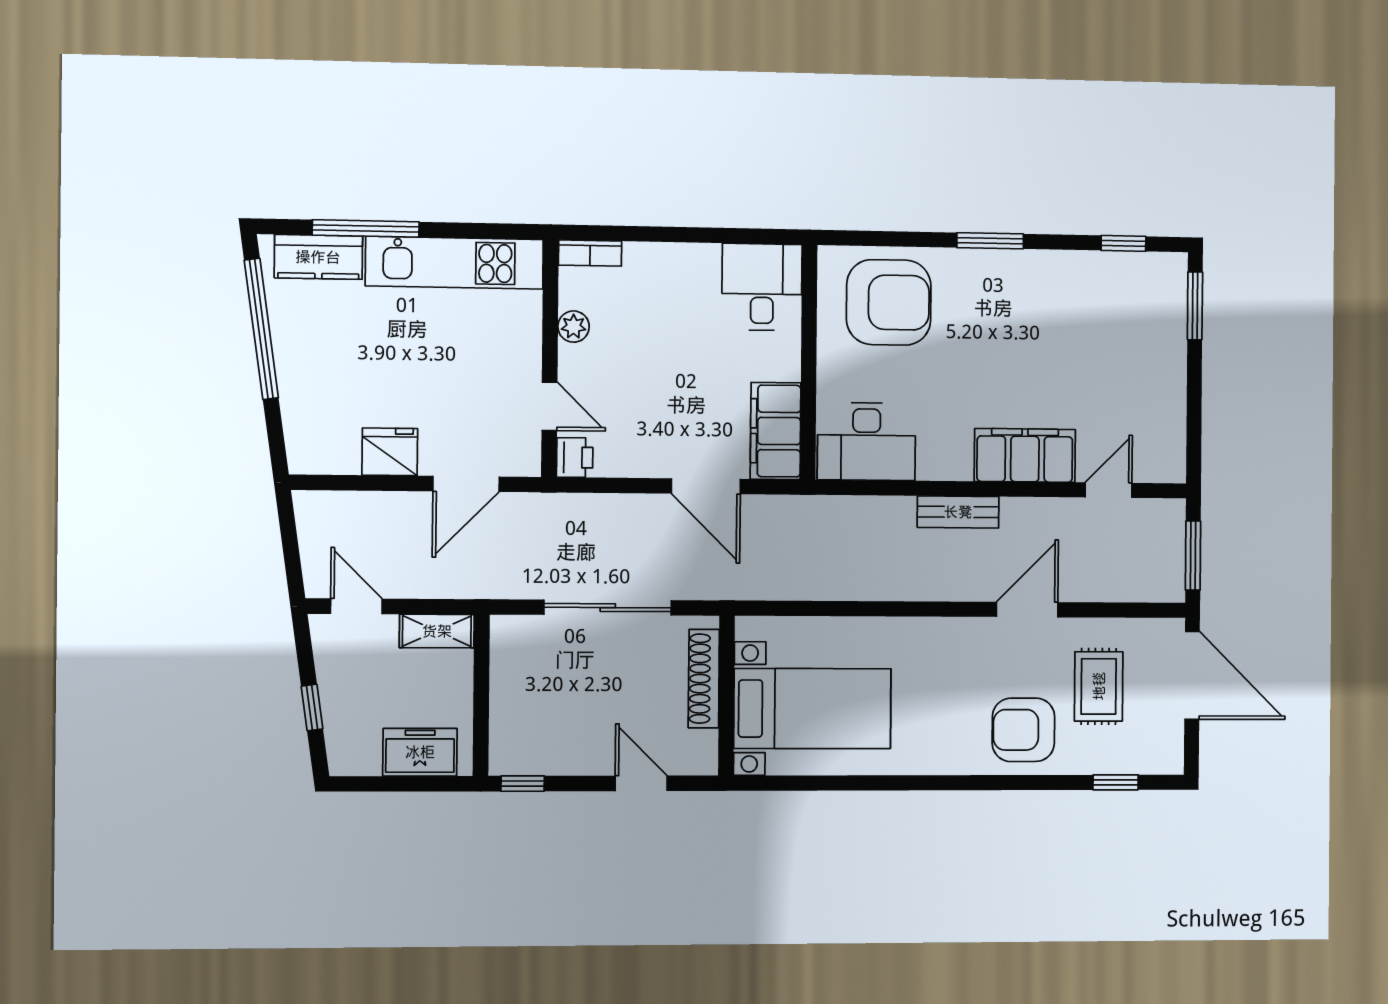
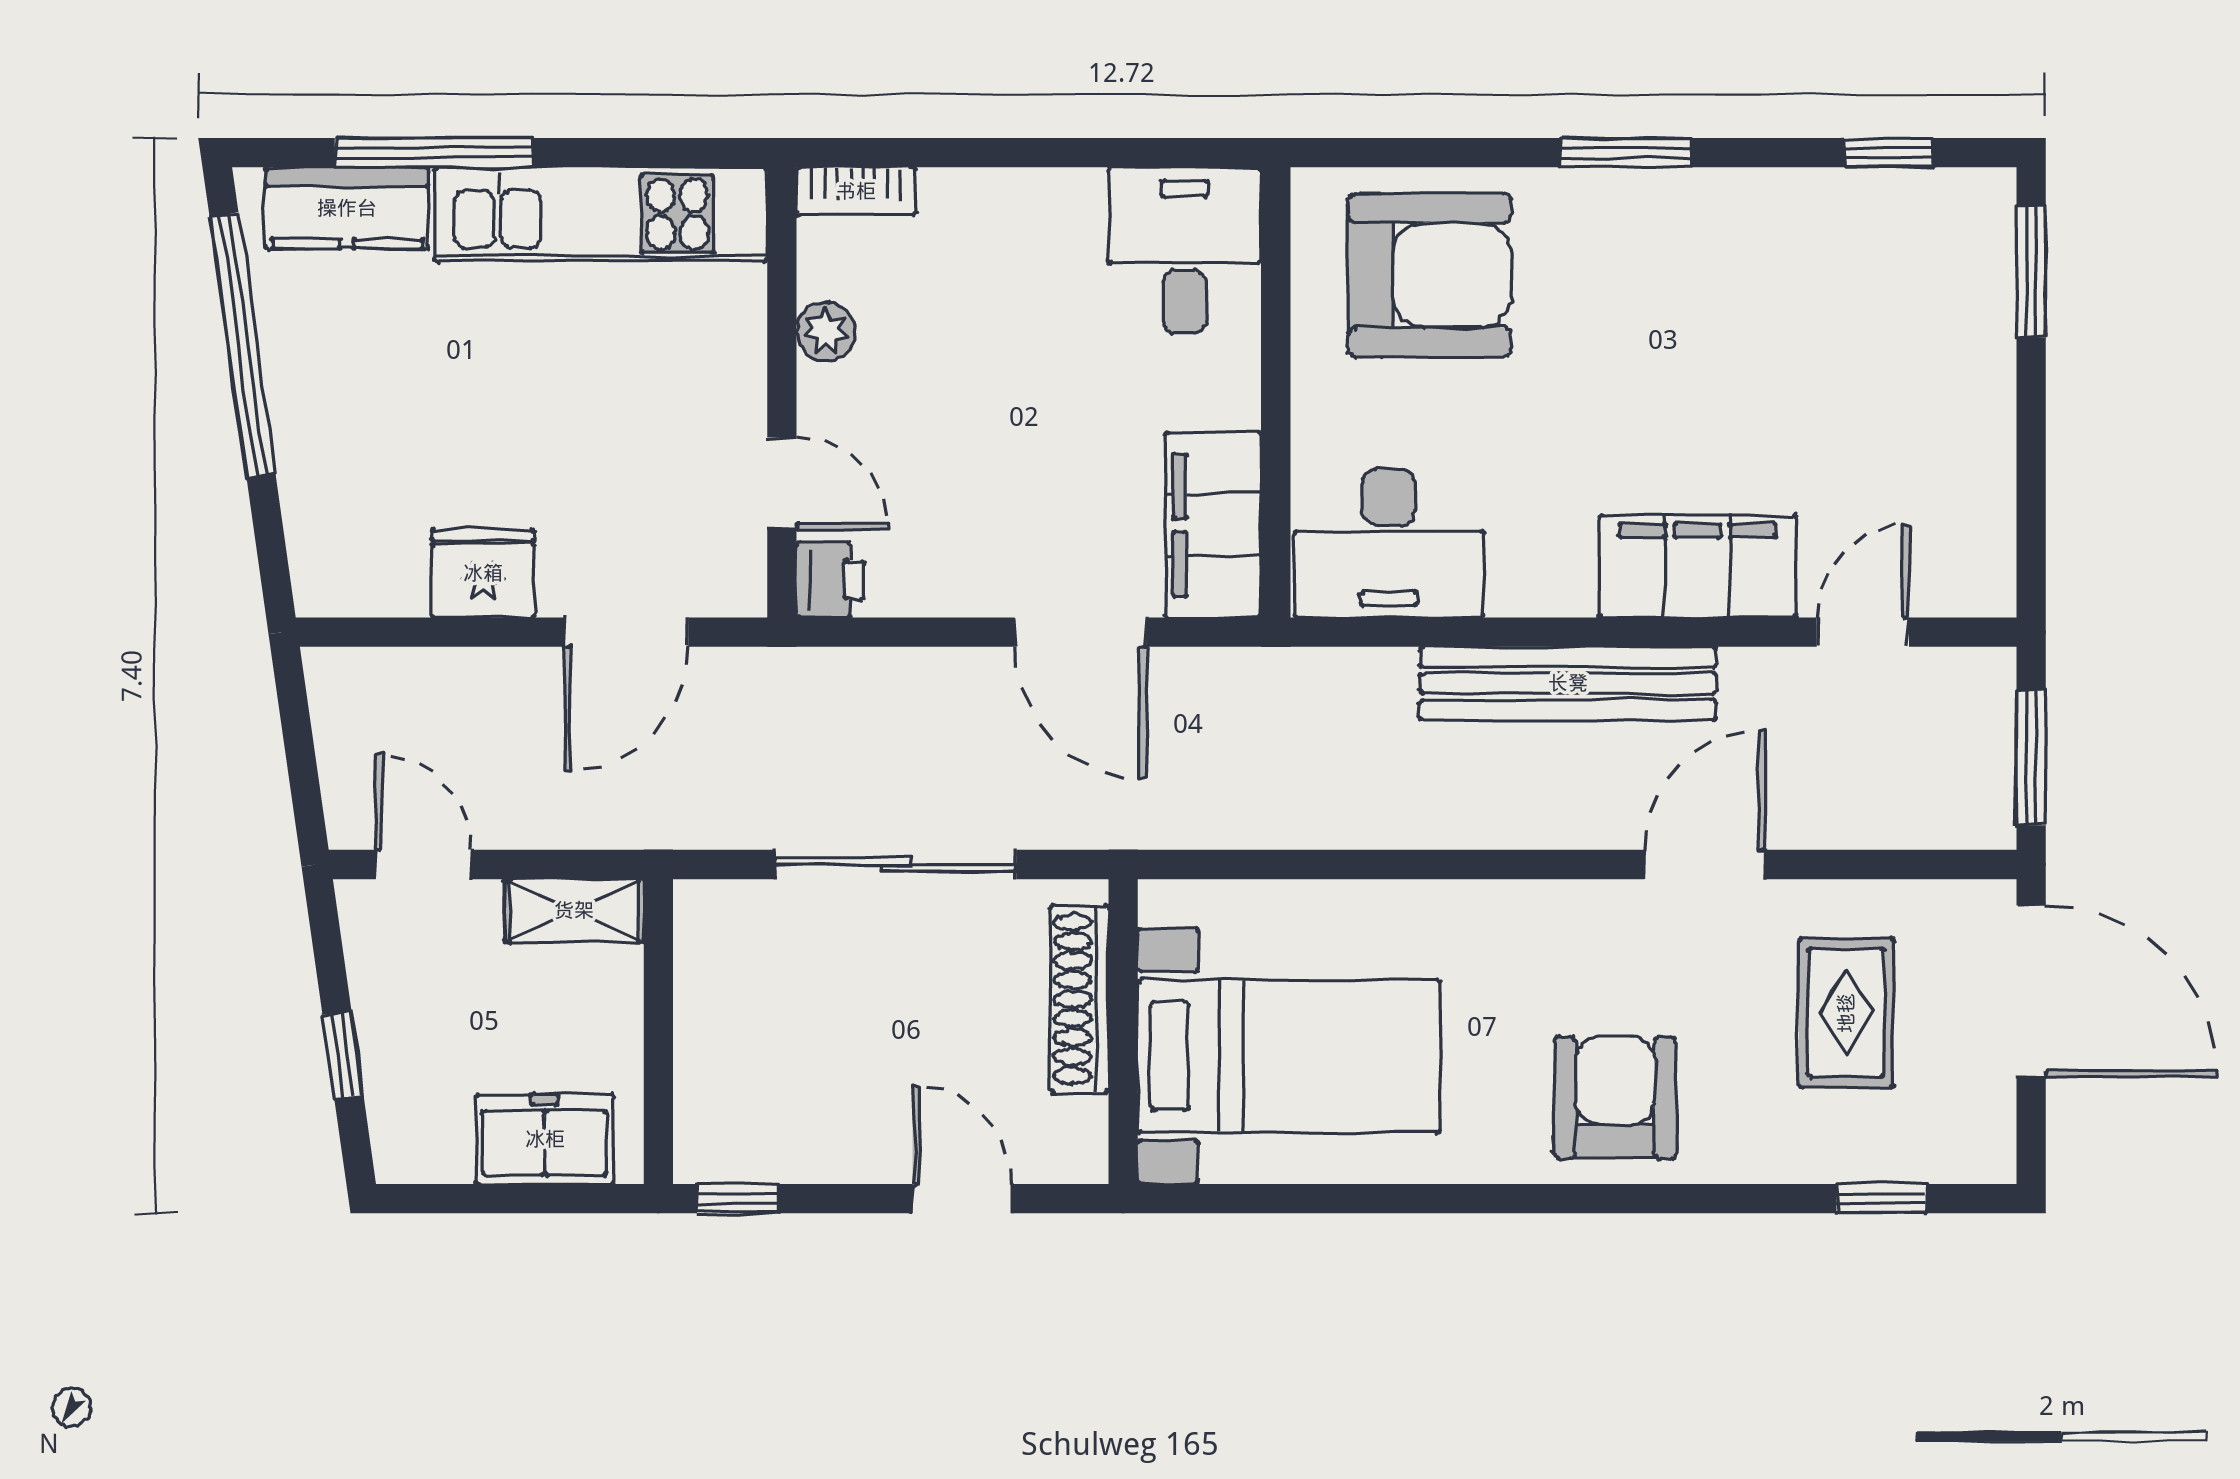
bench: (958, 512) -> (1568, 683), width x1.86, depth x1.21
armchair: (1023, 730) -> (1615, 1098), moved, turned 90

